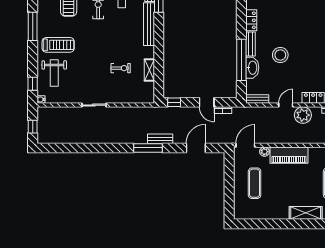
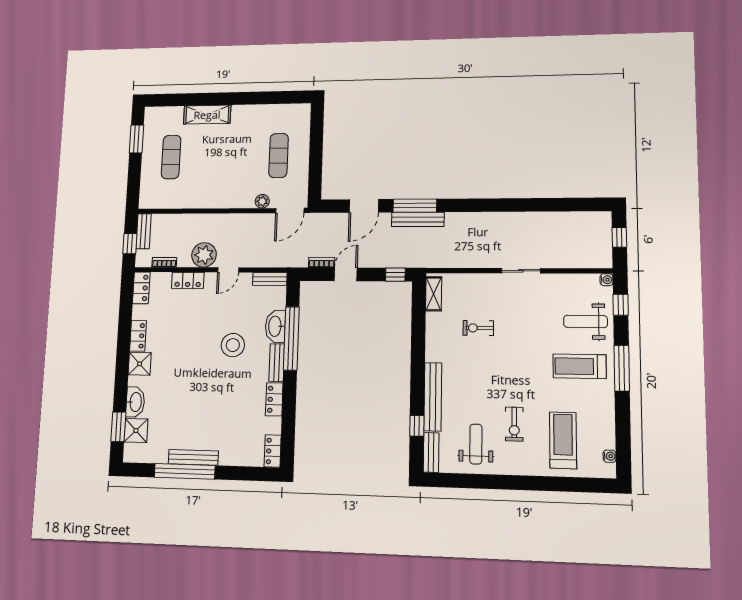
window: (33, 26) -> (622, 368), moved
shelving: (149, 70) -> (434, 294), moved
weight bench: (54, 73) -> (585, 321), turned -90
door: (207, 102) -> (346, 274), hinge flipped
bench: (160, 139) -> (418, 219), width x1.36
window: (148, 148) -> (415, 206), moved
piano: (289, 155) -> (227, 197), removed

